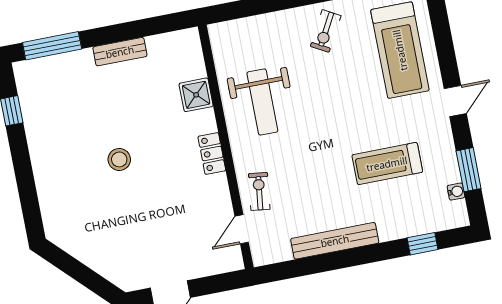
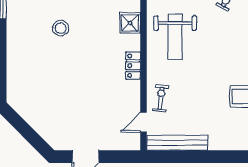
stool: (119, 159) -> (61, 28), moved
bench: (335, 241) -> (177, 143), moved

